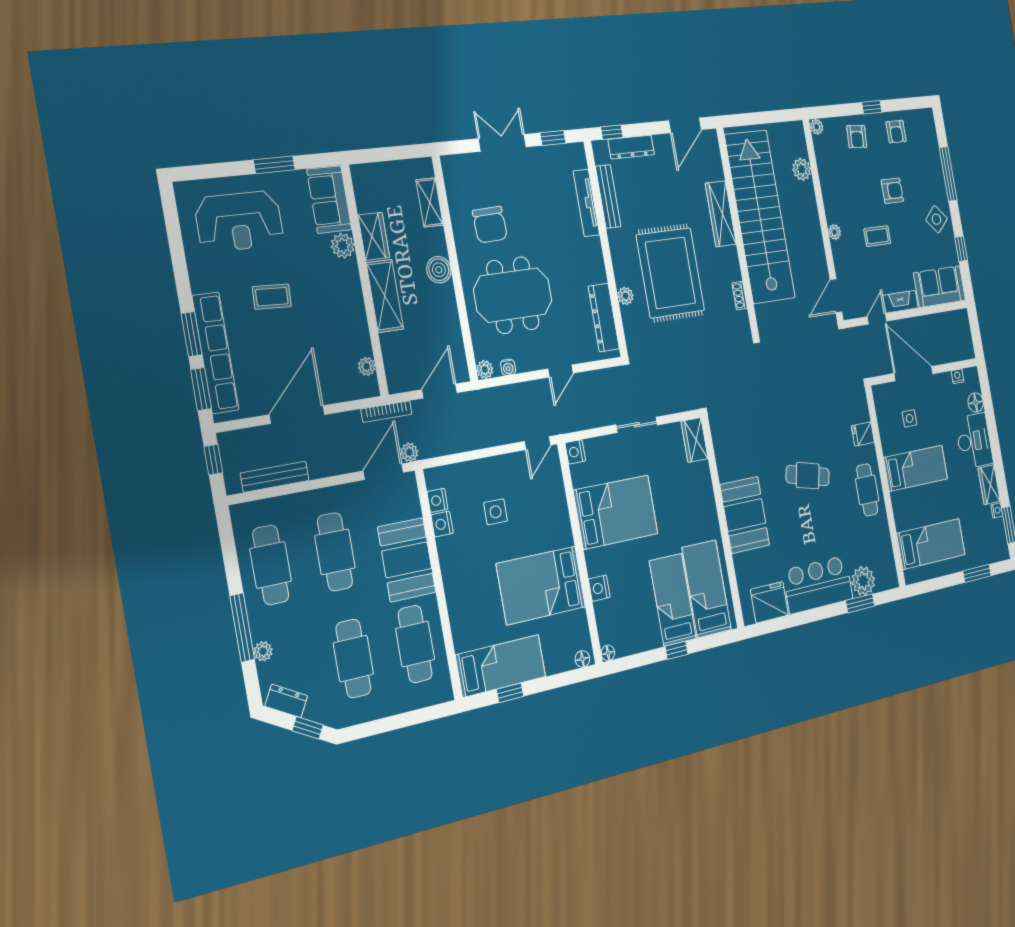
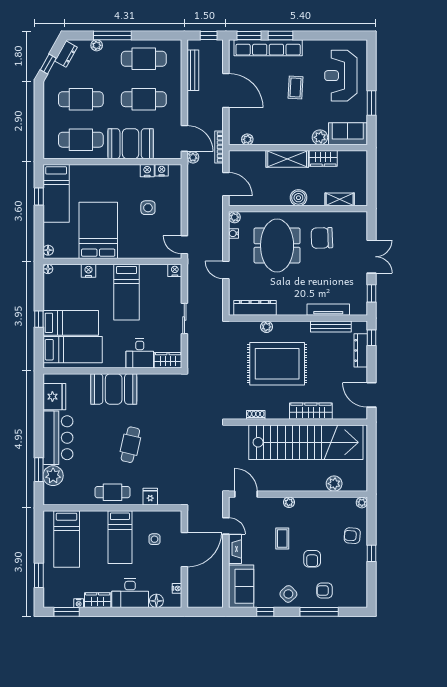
armchair: (896, 132) -> (325, 591), moved
desk: (693, 485) -> (140, 353), added
bed: (616, 512) -> (127, 292), width x0.67

